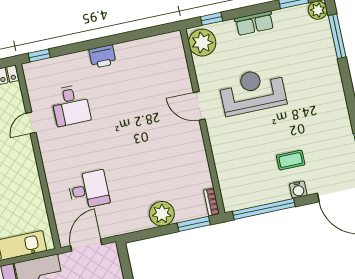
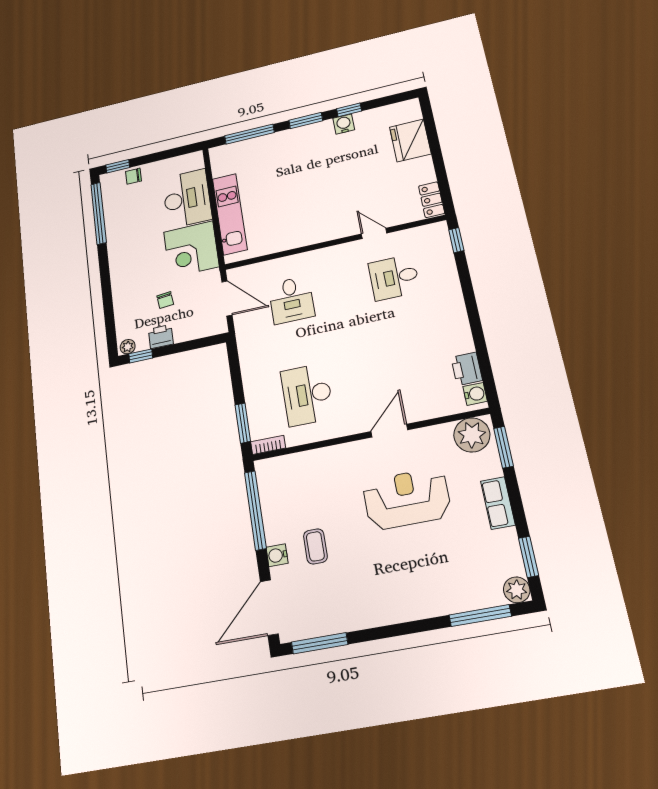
window: (212, 19) -> (504, 447), width x1.50
water cooler: (170, 40) -> (475, 394), added
printer: (103, 57) -> (467, 369), moved
reception desk: (253, 91) -> (407, 499), turned -90
desk: (170, 172) -> (307, 395), added
plant: (162, 214) -> (258, 385), removed

